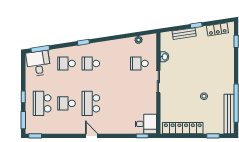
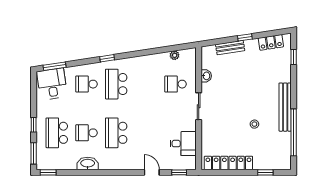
school desk: (91, 63) -> (116, 84), width x1.85
bench: (229, 114) -> (285, 107), moved
desk: (146, 124) -> (183, 144), moved
washbasin: (67, 129) -> (88, 164), added
door: (92, 136) -> (152, 172), moved

